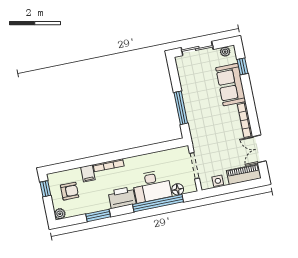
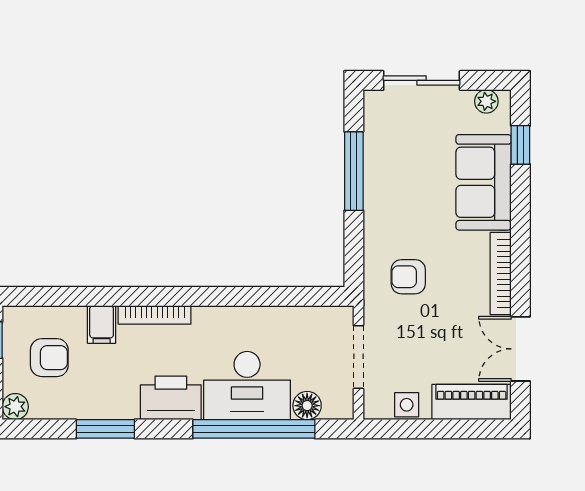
window: (181, 108) -> (354, 171), moved
armchair: (208, 129) -> (408, 277), added

